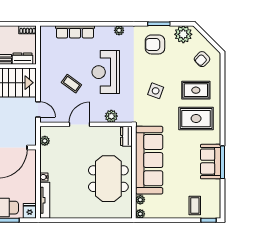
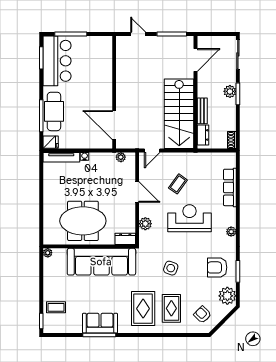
armchair: (155, 44) -> (217, 267), turned -90
plant: (140, 200) -> (62, 253), removed

